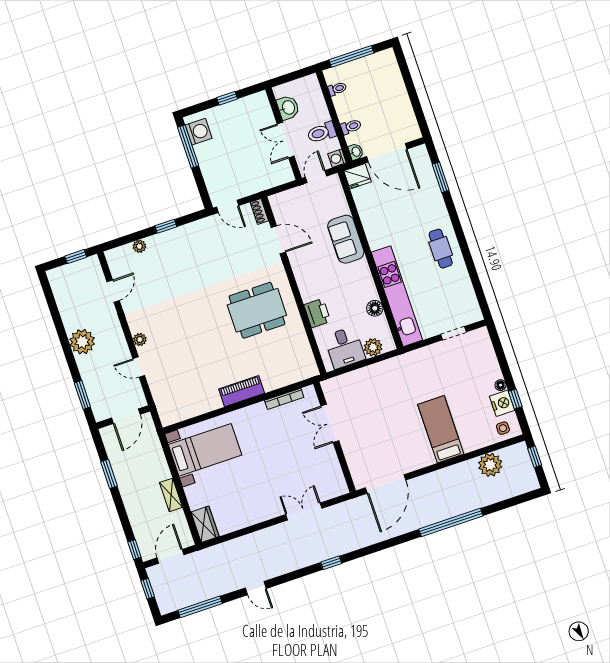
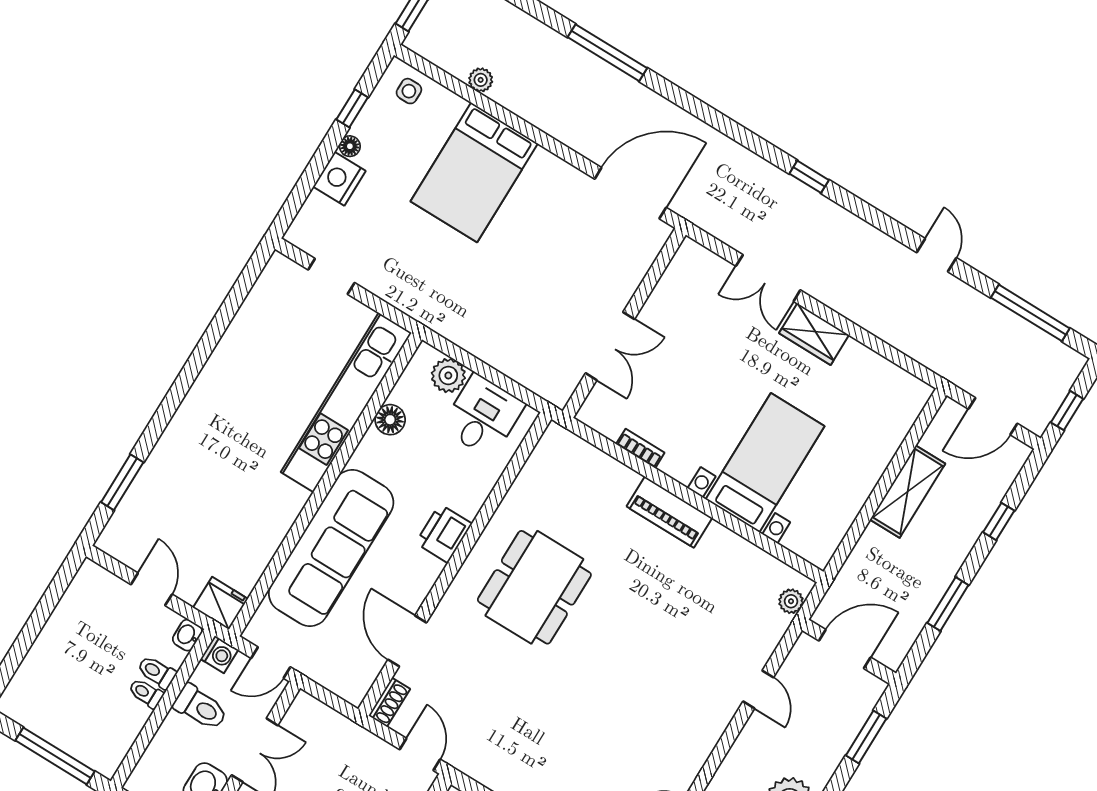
toilet: (337, 89) -> (146, 693), moved
door: (387, 153) -> (152, 589), width x0.53
sofa: (346, 239) -> (331, 548), width x1.85, depth x1.27
cafe table: (441, 249) -> (225, 396), removed
dining table: (257, 310) -> (534, 587), turned 90
printer: (317, 313) -> (444, 533), moved
plant: (140, 339) -> (791, 601), moved
bookcase: (284, 399) -> (640, 448), width x0.64
nightstand: (502, 403) -> (339, 179), moved
bed: (441, 429) -> (474, 172), width x1.50
bed with nightstands: (205, 450) -> (765, 463), moved, turned 90
plant: (490, 465) -> (481, 80), width x0.53, depth x0.53
shelving: (171, 495) -> (908, 492), width x1.50, depth x1.33
window: (451, 522) -> (607, 53), width x0.68
wardrobe: (205, 524) -> (814, 334), moved, turned -90
window: (134, 550) -> (999, 521), moved

